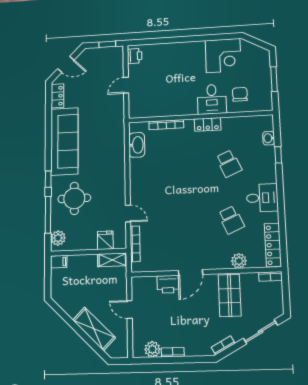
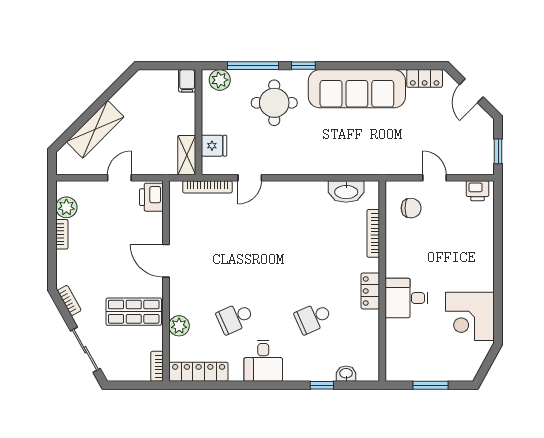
chair: (240, 94) -> (411, 208), moved
printer: (168, 284) -> (151, 197), moved

